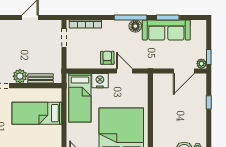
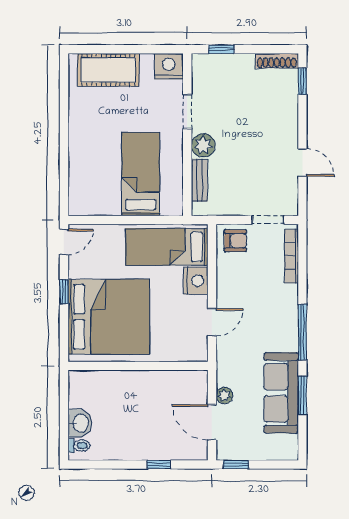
floor lamp: (135, 26) -> (288, 340), removed
armchair: (107, 58) -> (235, 241), moved
plant: (201, 64) -> (224, 396), moved

